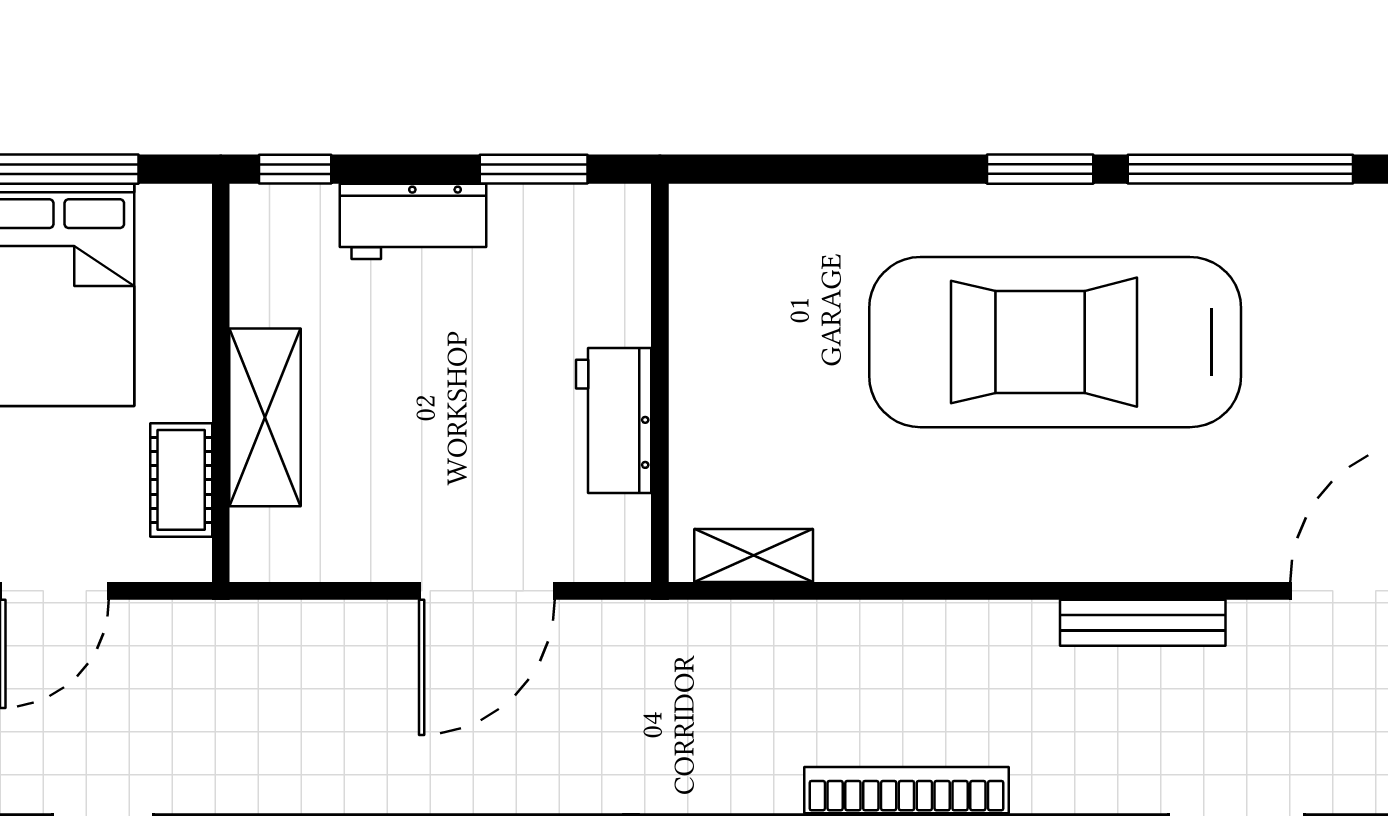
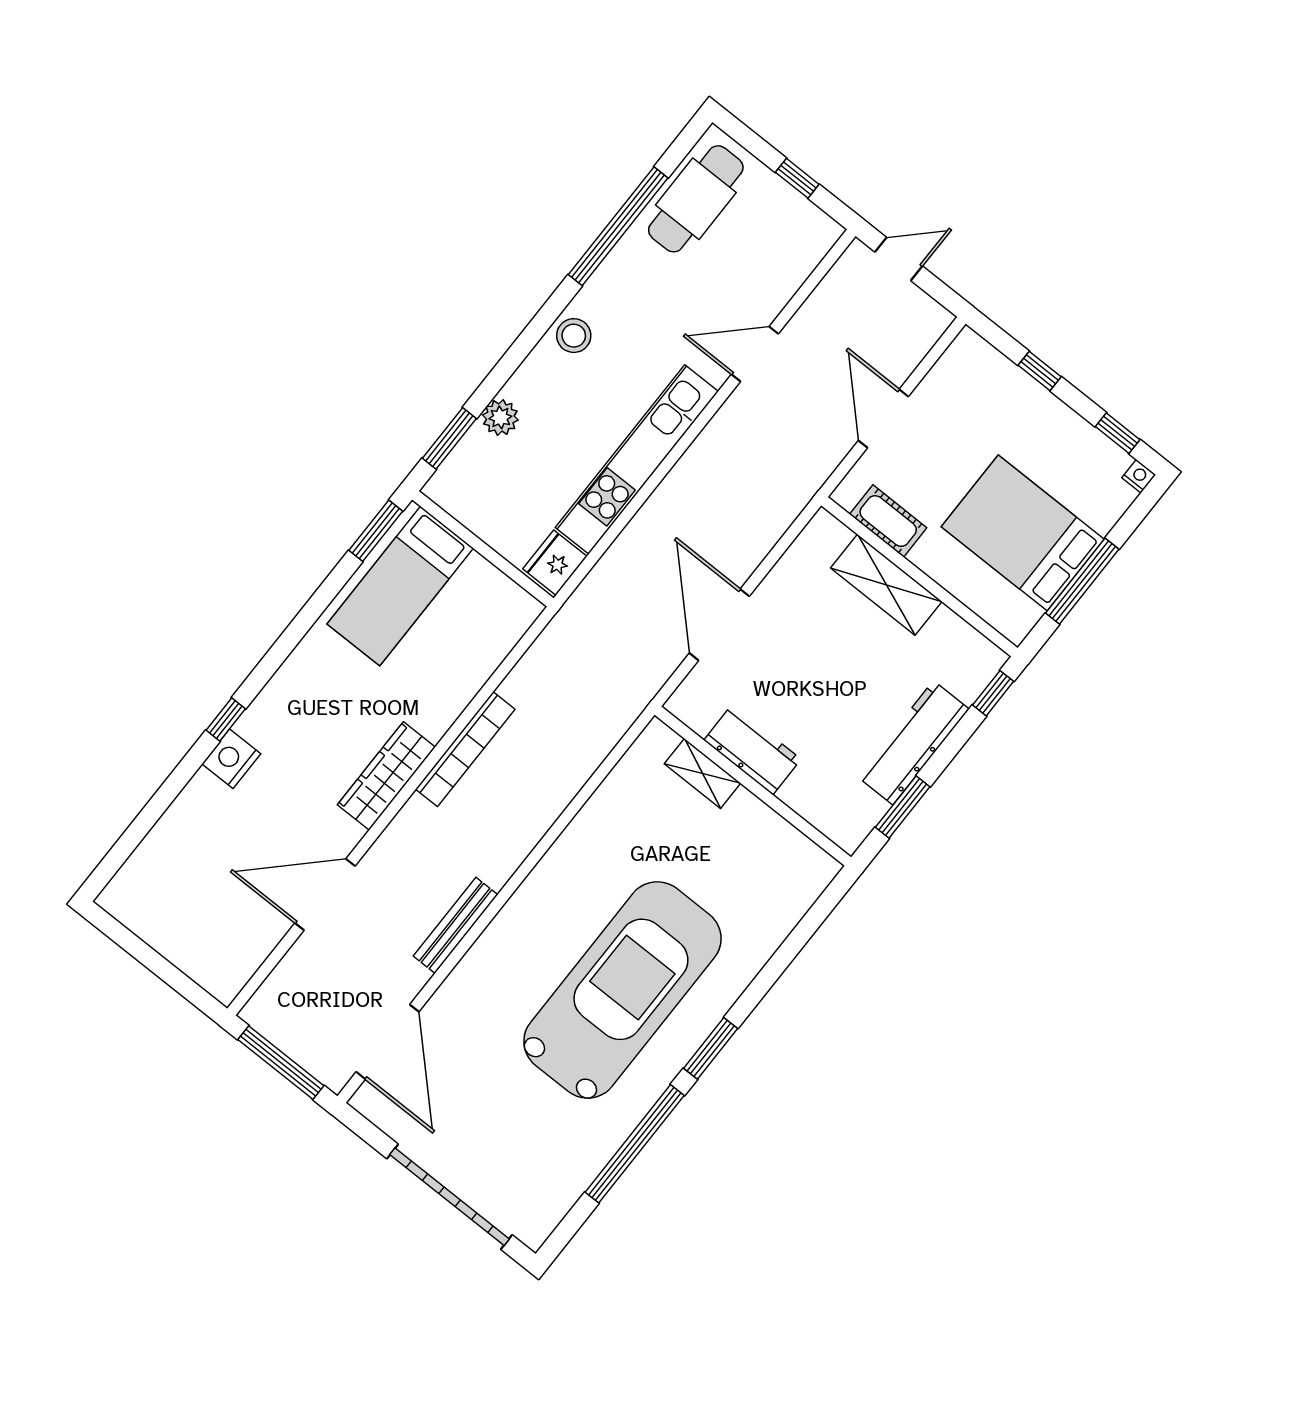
workbench: (413, 221) -> (913, 743), width x1.37
shelving: (754, 556) -> (702, 773), moved, turned 90

